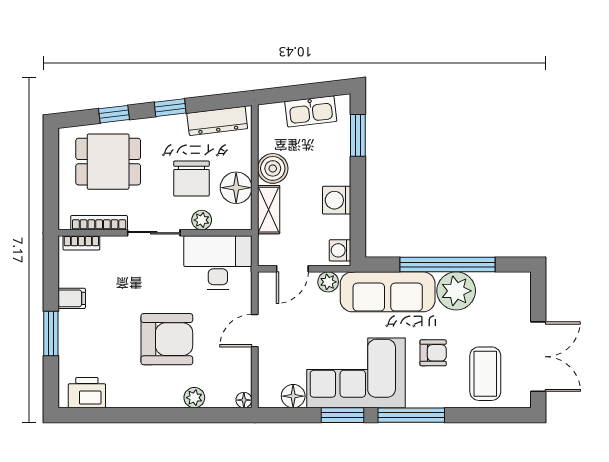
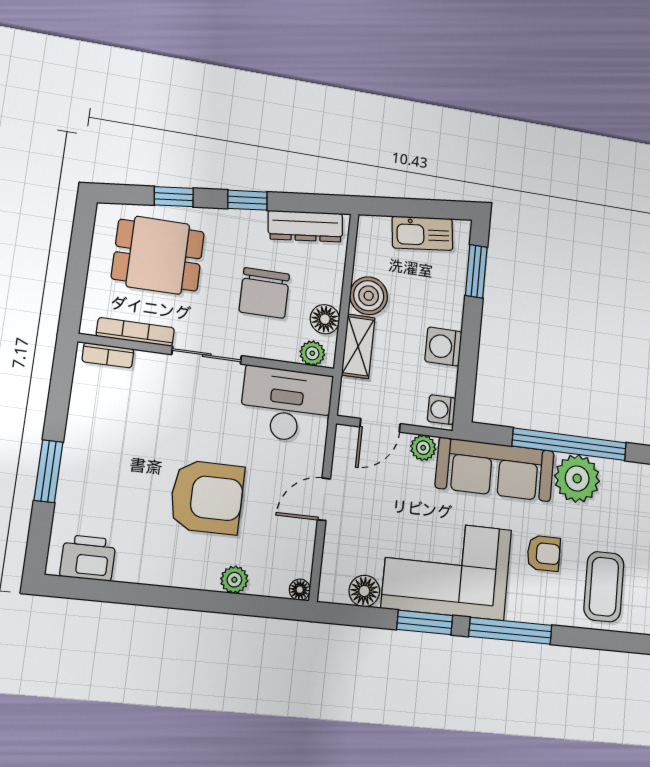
floor lamp: (236, 188) -> (325, 319), width x0.73, depth x0.73
plant: (202, 220) -> (312, 353), moved
filing cabinet: (72, 298) -> (84, 427), removed

